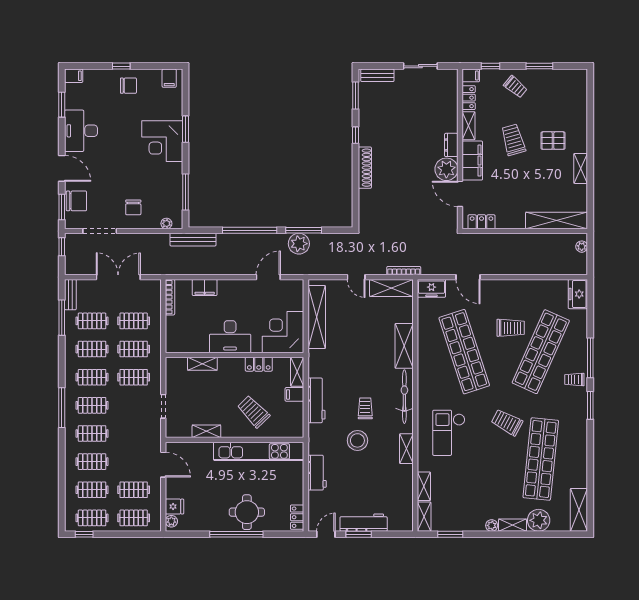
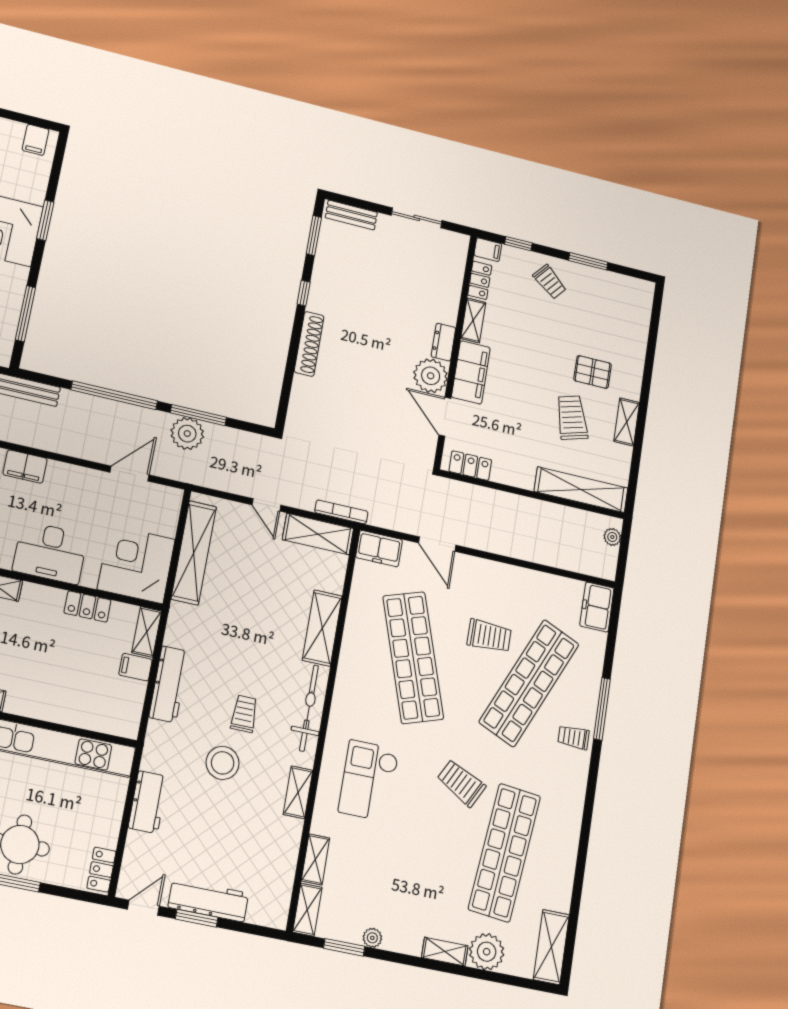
trolley: (513, 140) -> (572, 418), moved
window: (590, 405) -> (592, 783), removed
trolley: (253, 412) -> (64, 681), removed
plant: (492, 525) -> (372, 938), moved

